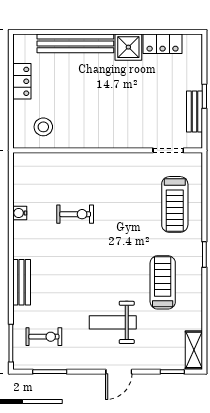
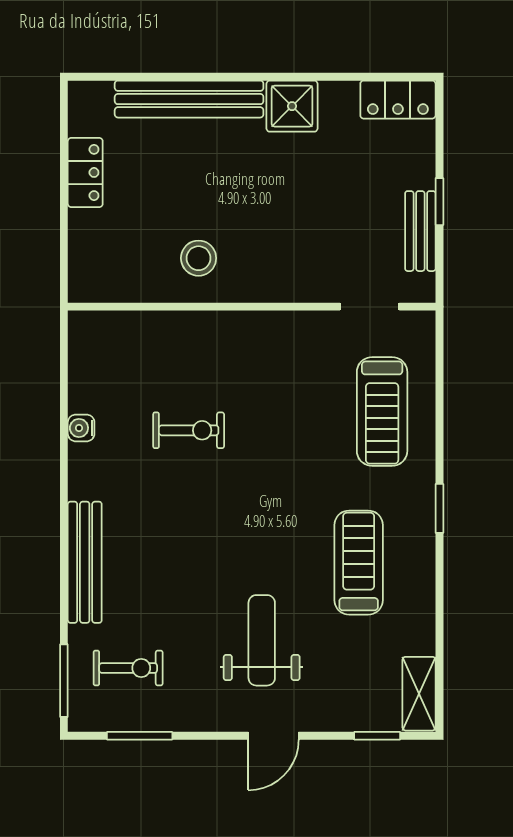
locker: (163, 44) -> (398, 100), moved
stool: (43, 127) -> (199, 258), moved
bench: (22, 282) -> (85, 562), width x1.36
weight bench: (113, 322) -> (262, 640), turned 90

